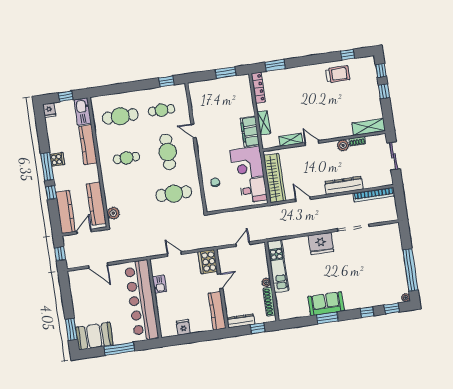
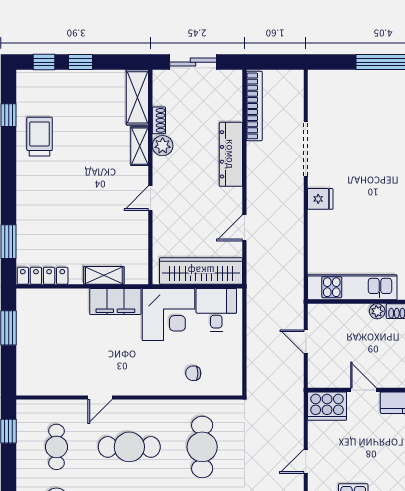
shelving: (291, 140) -> (140, 146), moved
fridge: (321, 243) -> (320, 199), width x0.53, depth x0.75

